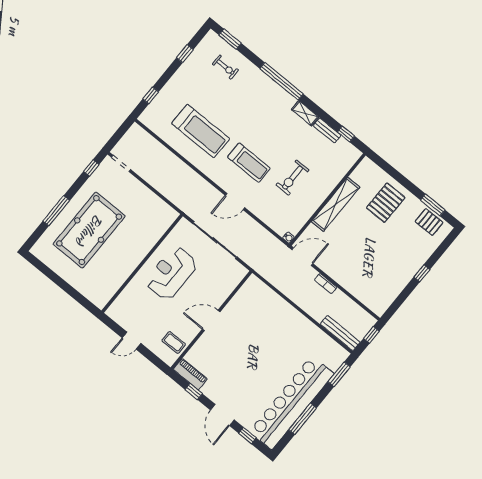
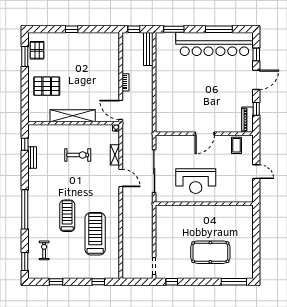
shelving: (305, 113) -> (115, 155), moved
treadmill: (249, 163) -> (67, 216), moved
window: (56, 211) -> (234, 282), moved
pool table: (89, 230) -> (210, 252), width x0.73, depth x0.76
door: (211, 320) -> (205, 134), hinge flipped

